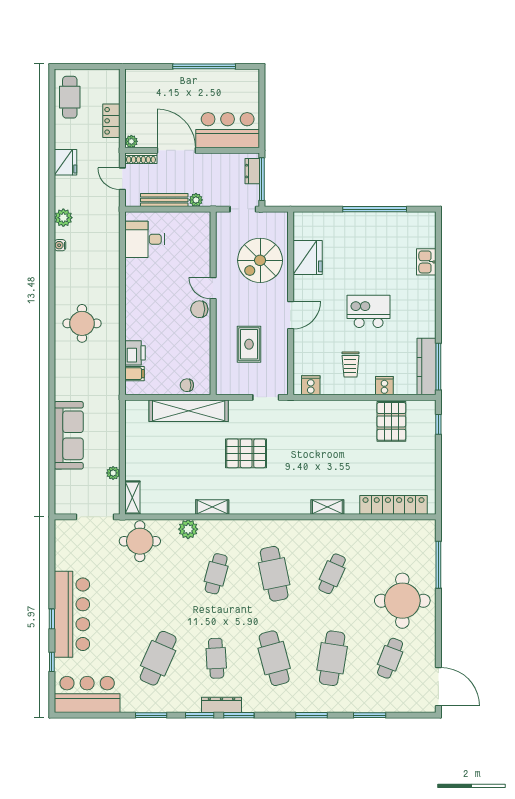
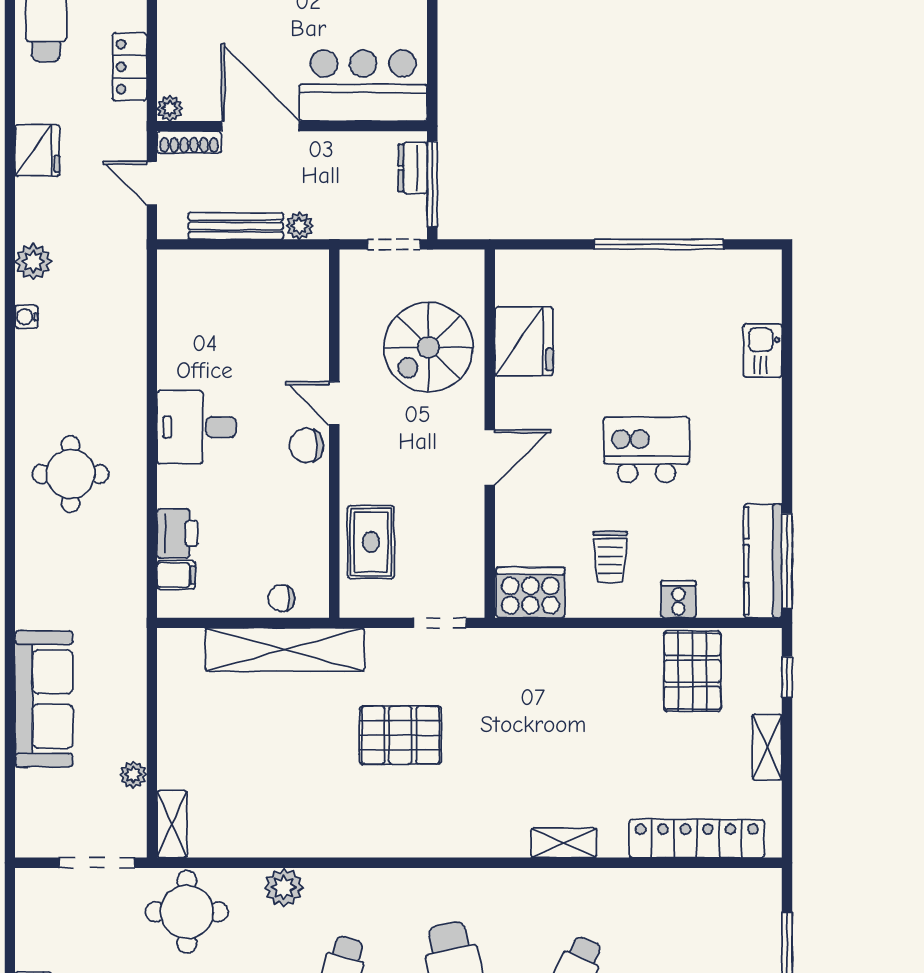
desk: (145, 239) -> (196, 427), moved
rug: (249, 344) -> (371, 542), moved
cooker: (311, 385) -> (530, 592), width x1.87, depth x1.31
shelving: (212, 507) -> (767, 747), moved, turned 90

